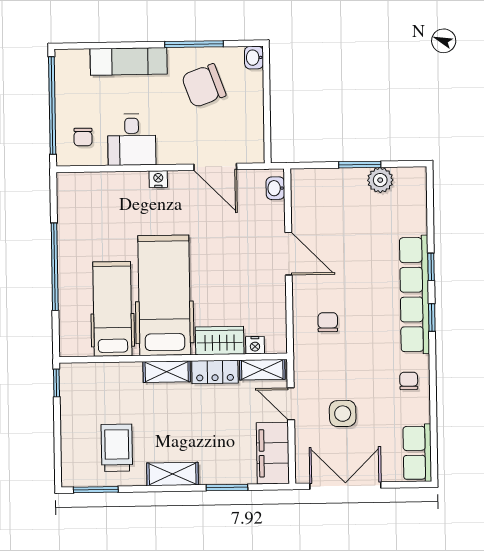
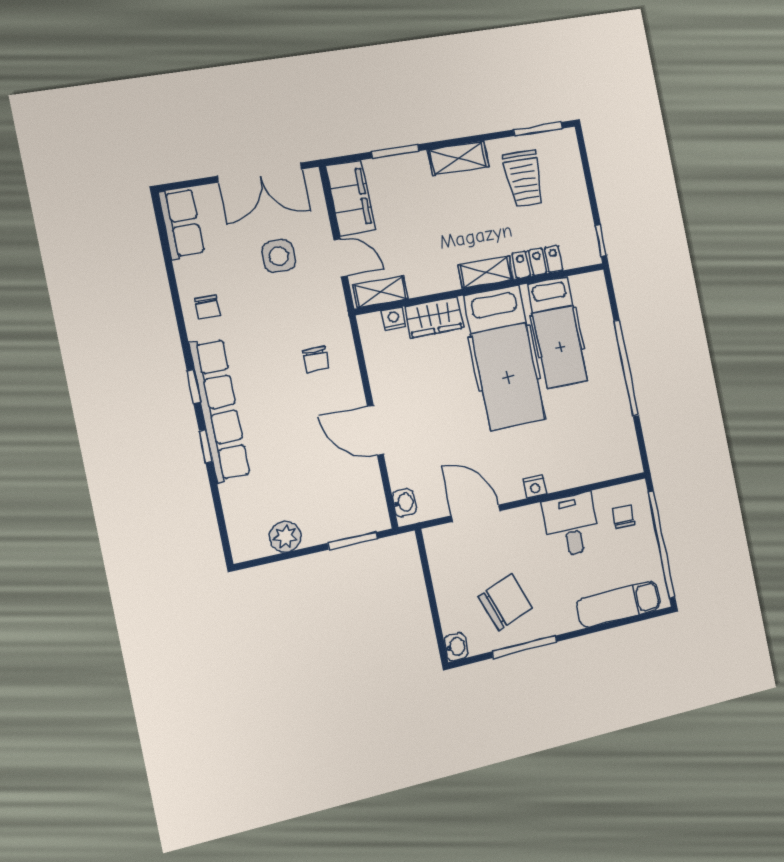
exam couch: (129, 61) -> (619, 604), moved
window: (360, 165) -> (353, 541), moved
locker: (215, 372) -> (537, 262), moved

